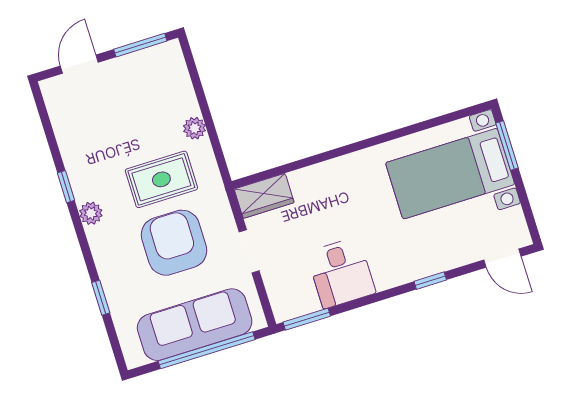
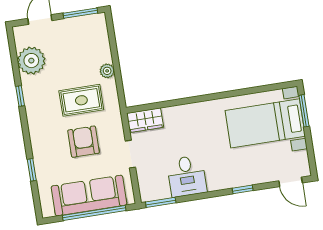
plant: (91, 213) -> (31, 61), moved, width x1.88, depth x1.88
armchair: (174, 243) -> (83, 142), width x0.73, depth x0.73

